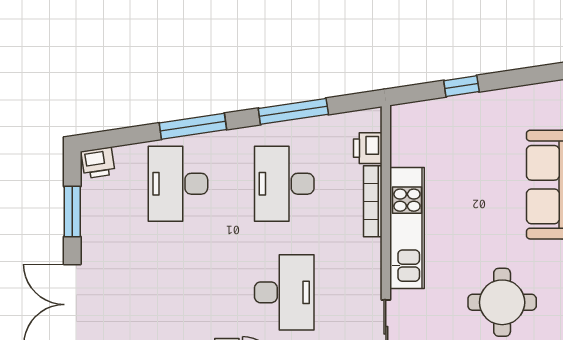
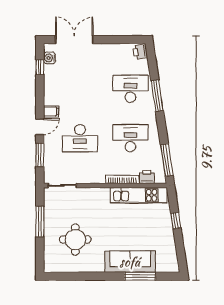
window: (293, 111) -> (167, 160), moved
window: (72, 212) -> (118, 40), removed
kitchen unit: (407, 228) -> (139, 195), moved

